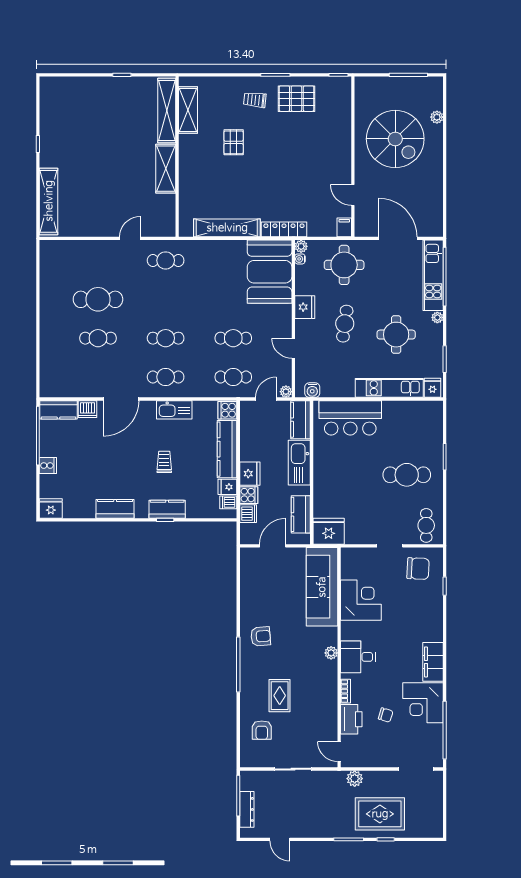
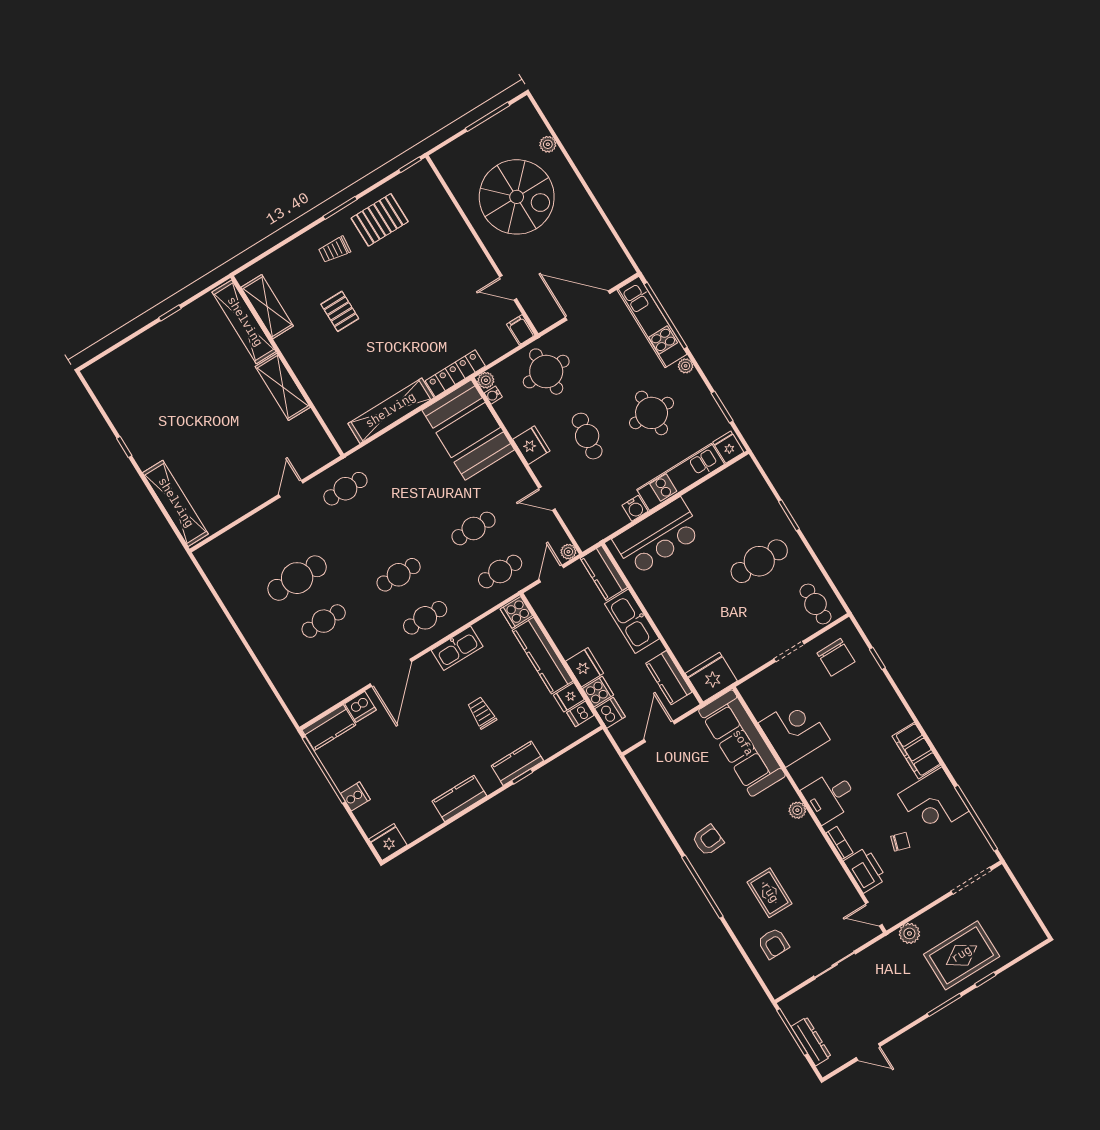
water cooler: (312, 390) -> (635, 508), moved
chair: (418, 569) -> (836, 657), turned 87

